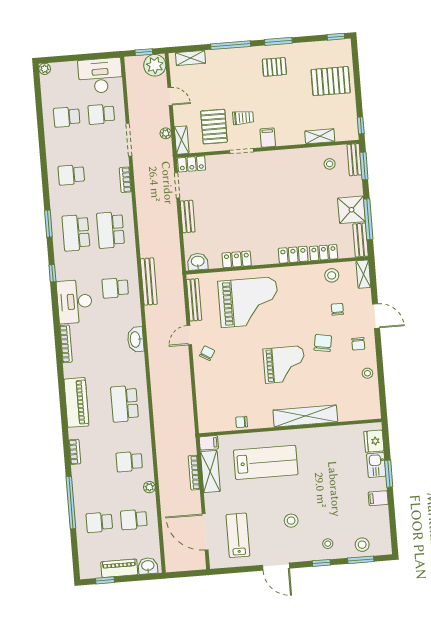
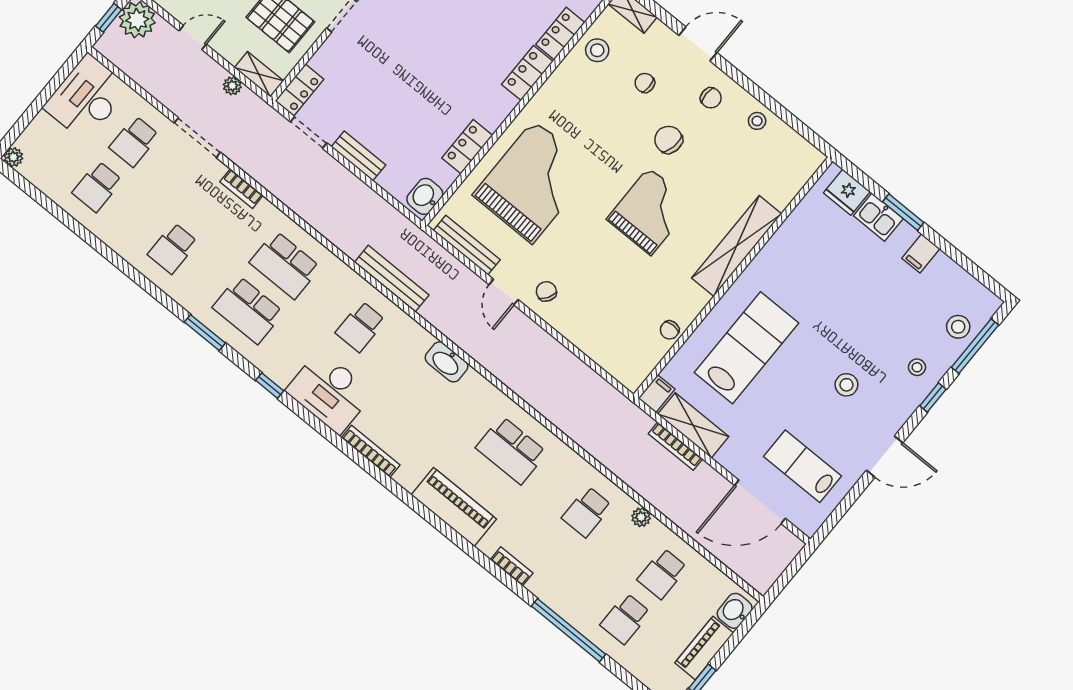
window: (361, 560) -> (975, 346), width x1.44

